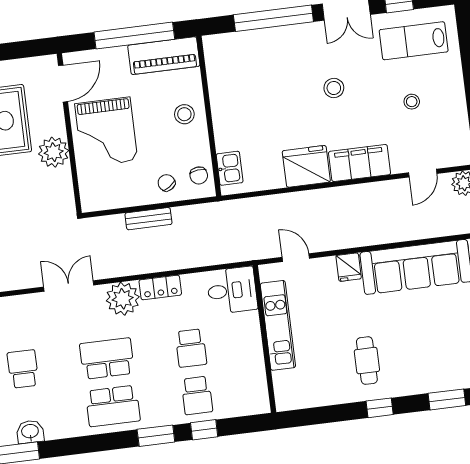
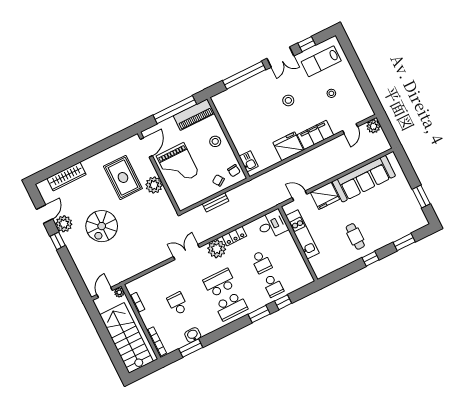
fridge: (349, 267) -> (325, 196), width x1.88, depth x1.34

